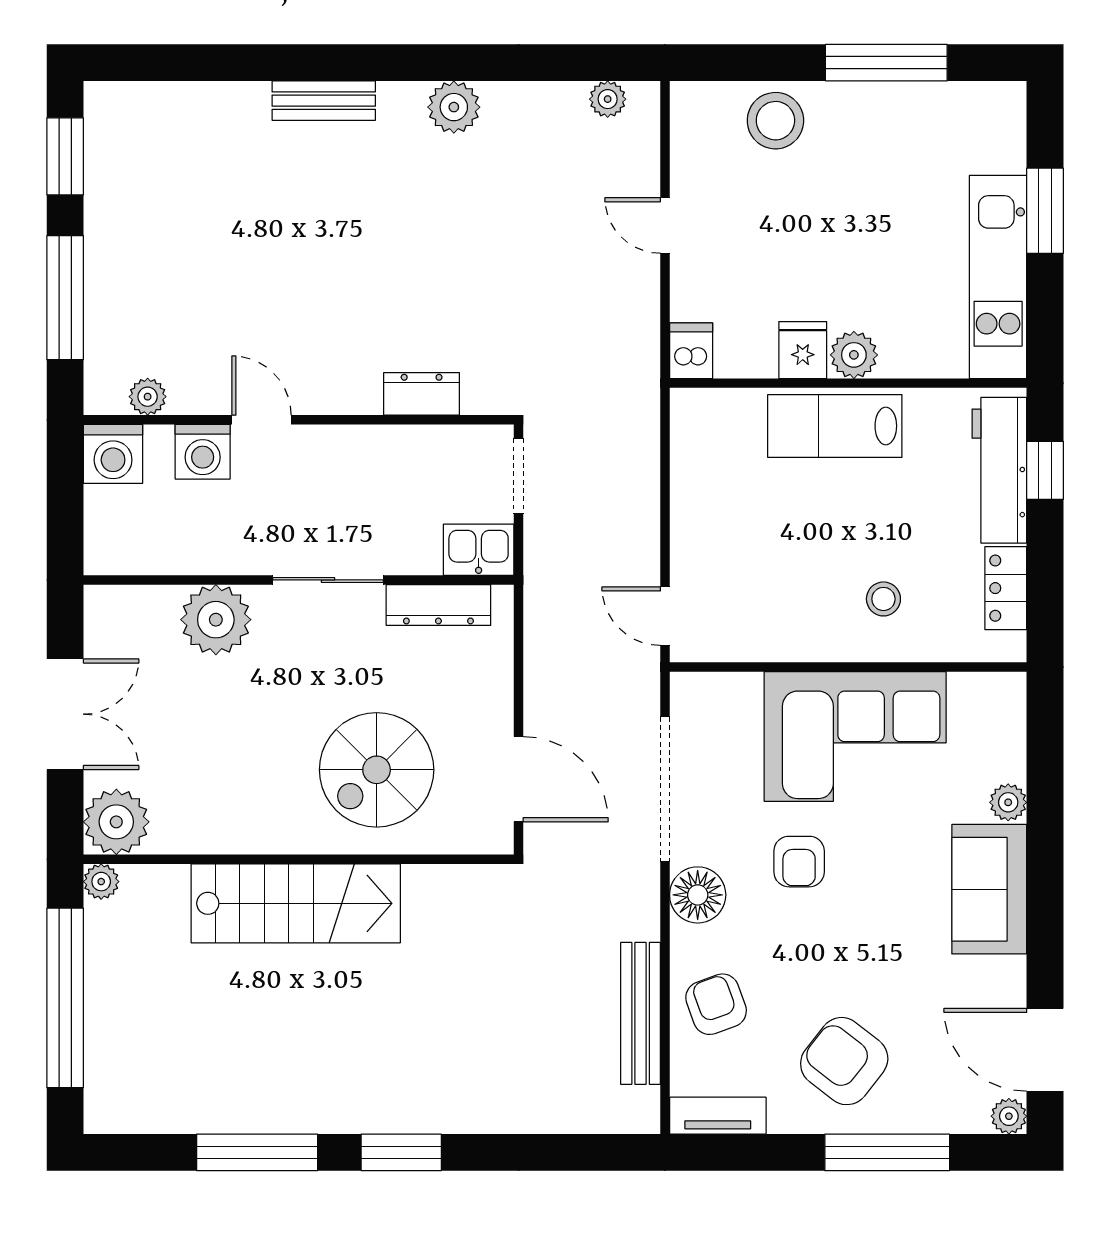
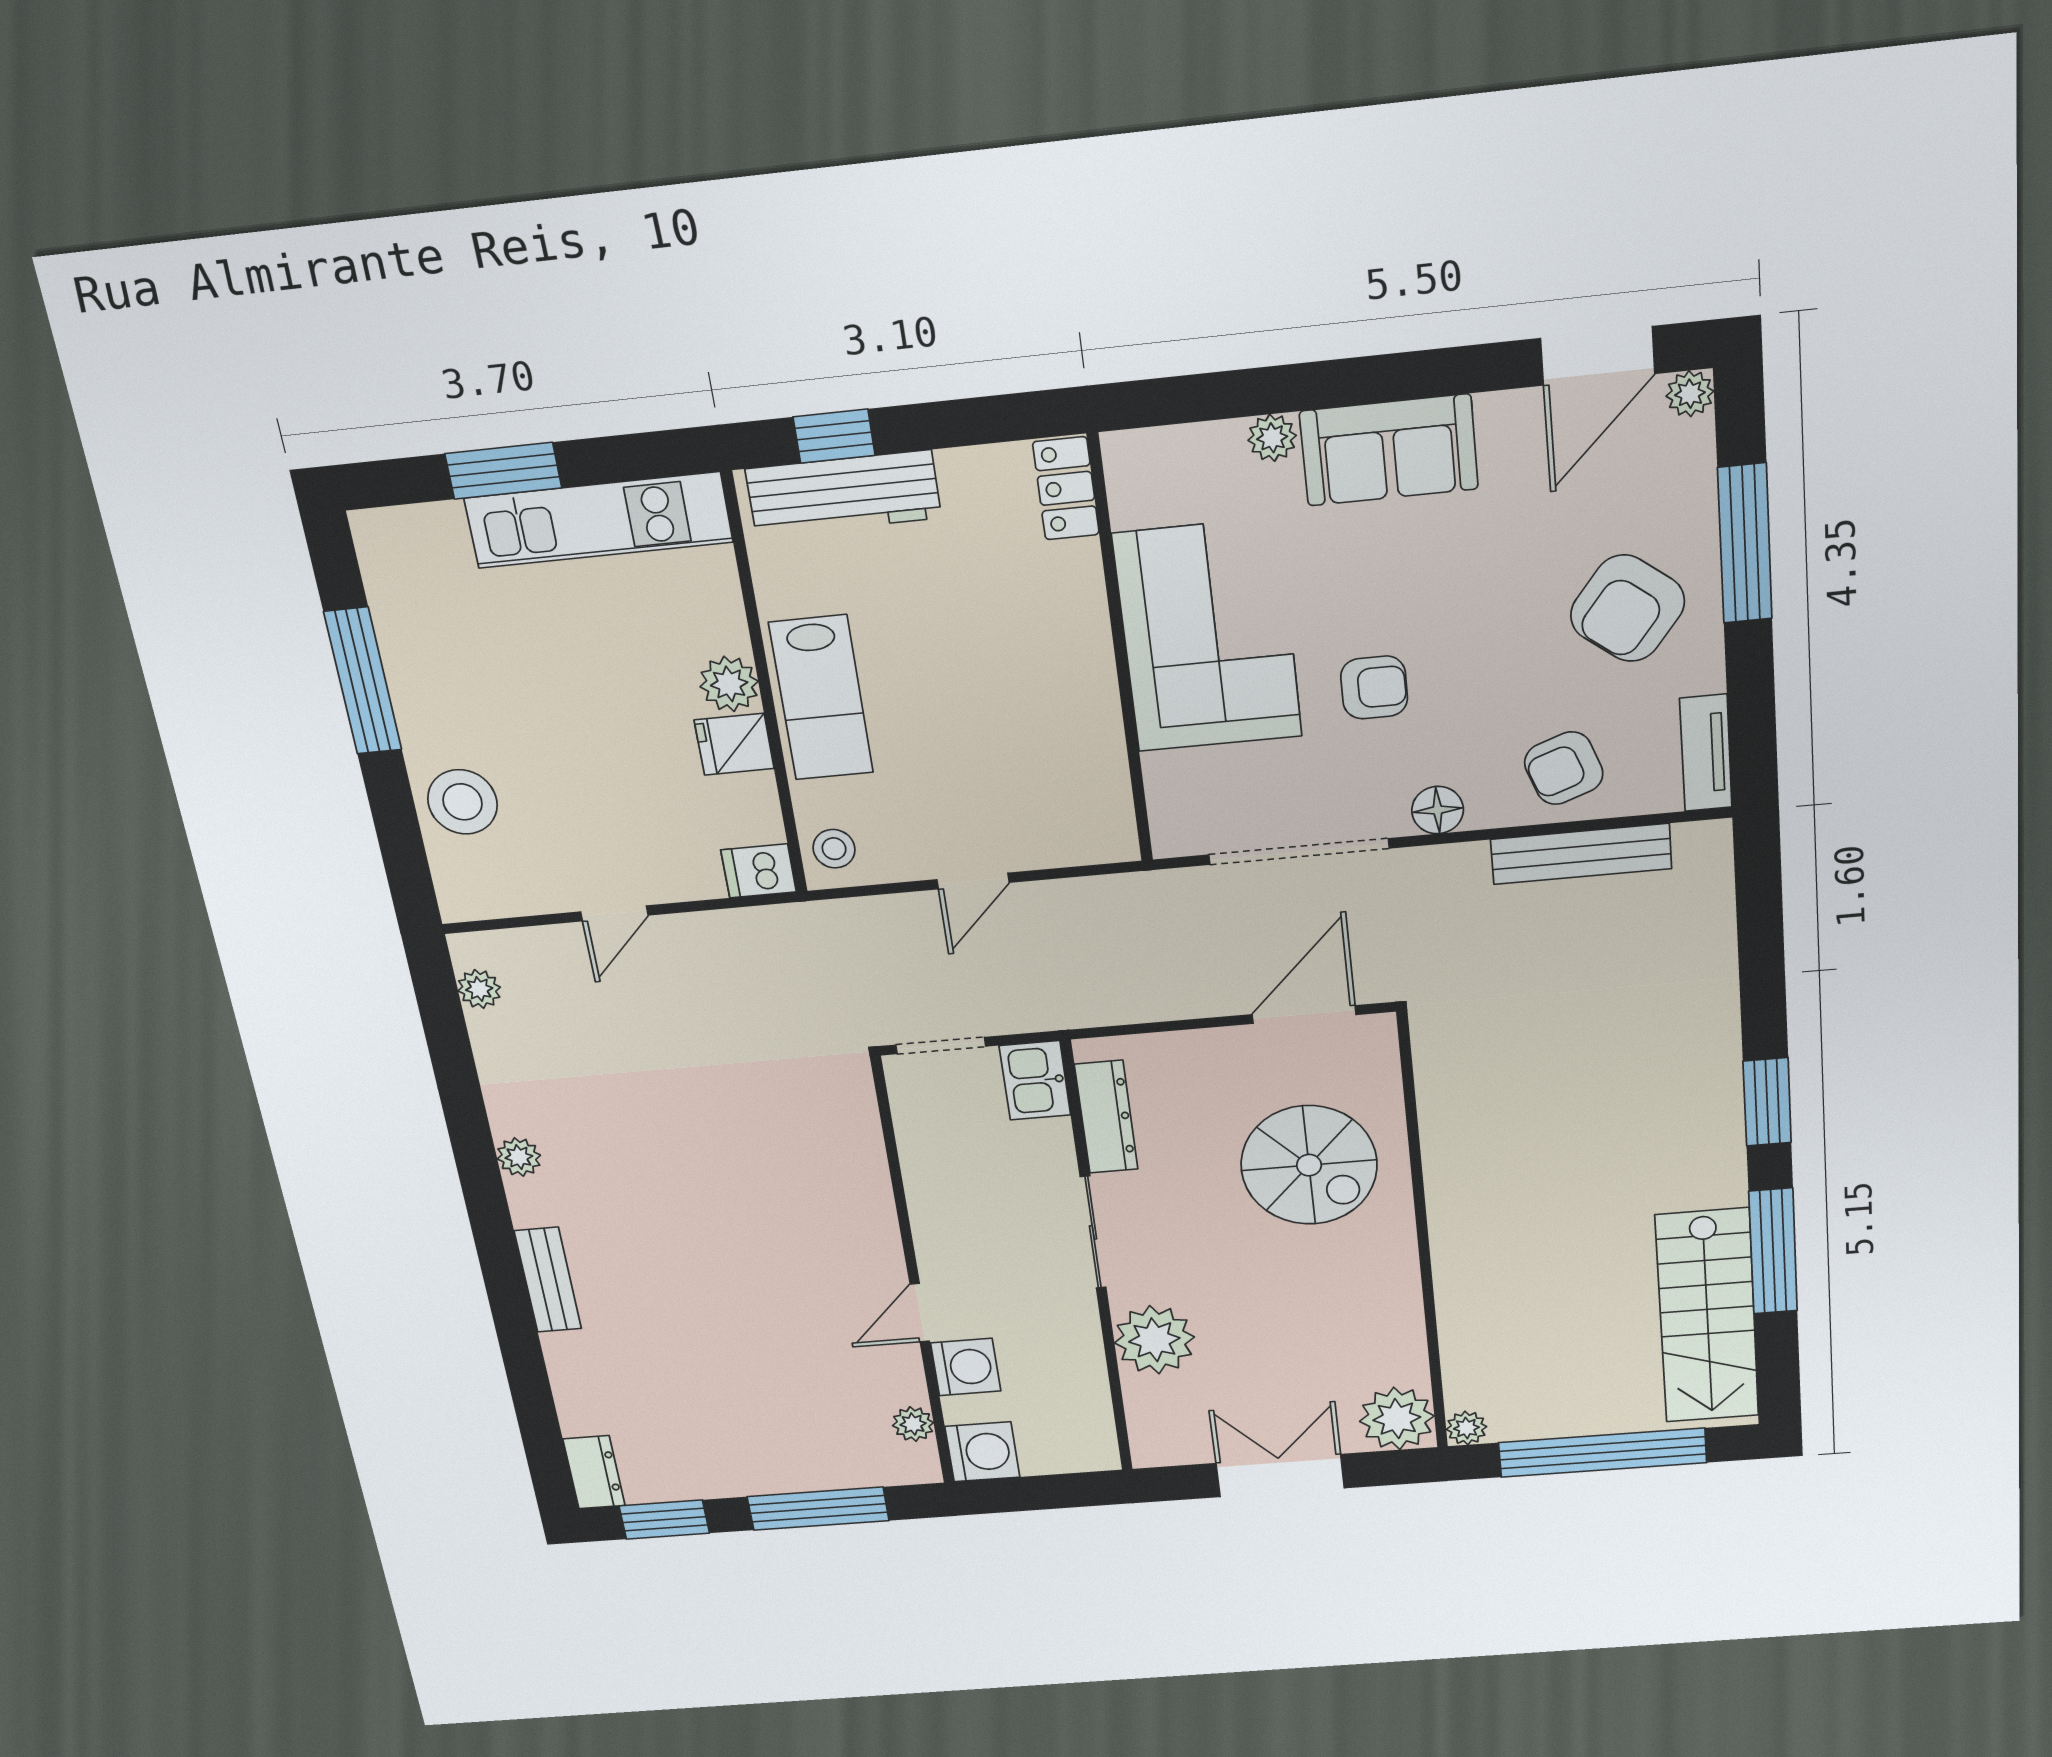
plant: (454, 107) -> (519, 1157), width x0.73, depth x0.73
dresser: (422, 394) -> (594, 1472), moved, turned 180
locker: (1006, 588) -> (1066, 488), moved, turned 90
stool: (883, 599) -> (834, 849), moved
door: (665, 616) -> (973, 881), moved
floor lamp: (698, 895) -> (1438, 810), width x0.73, depth x0.73
stairs: (296, 903) -> (1707, 1316), moved, turned 180

